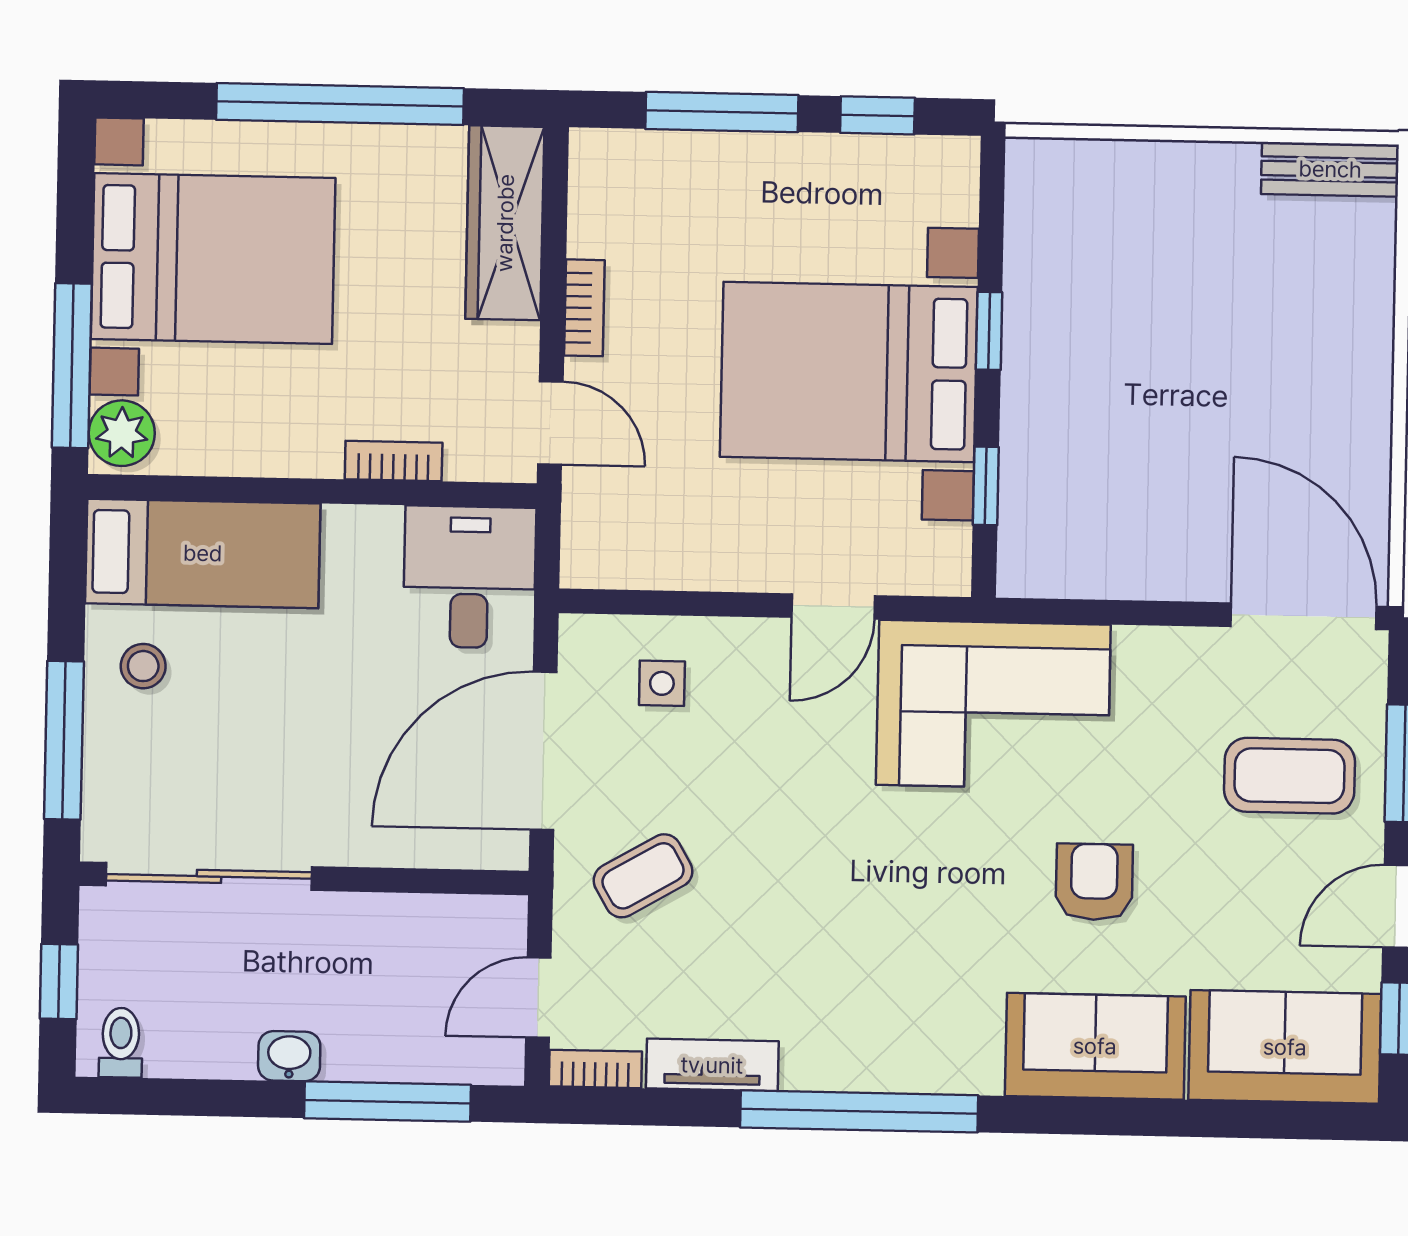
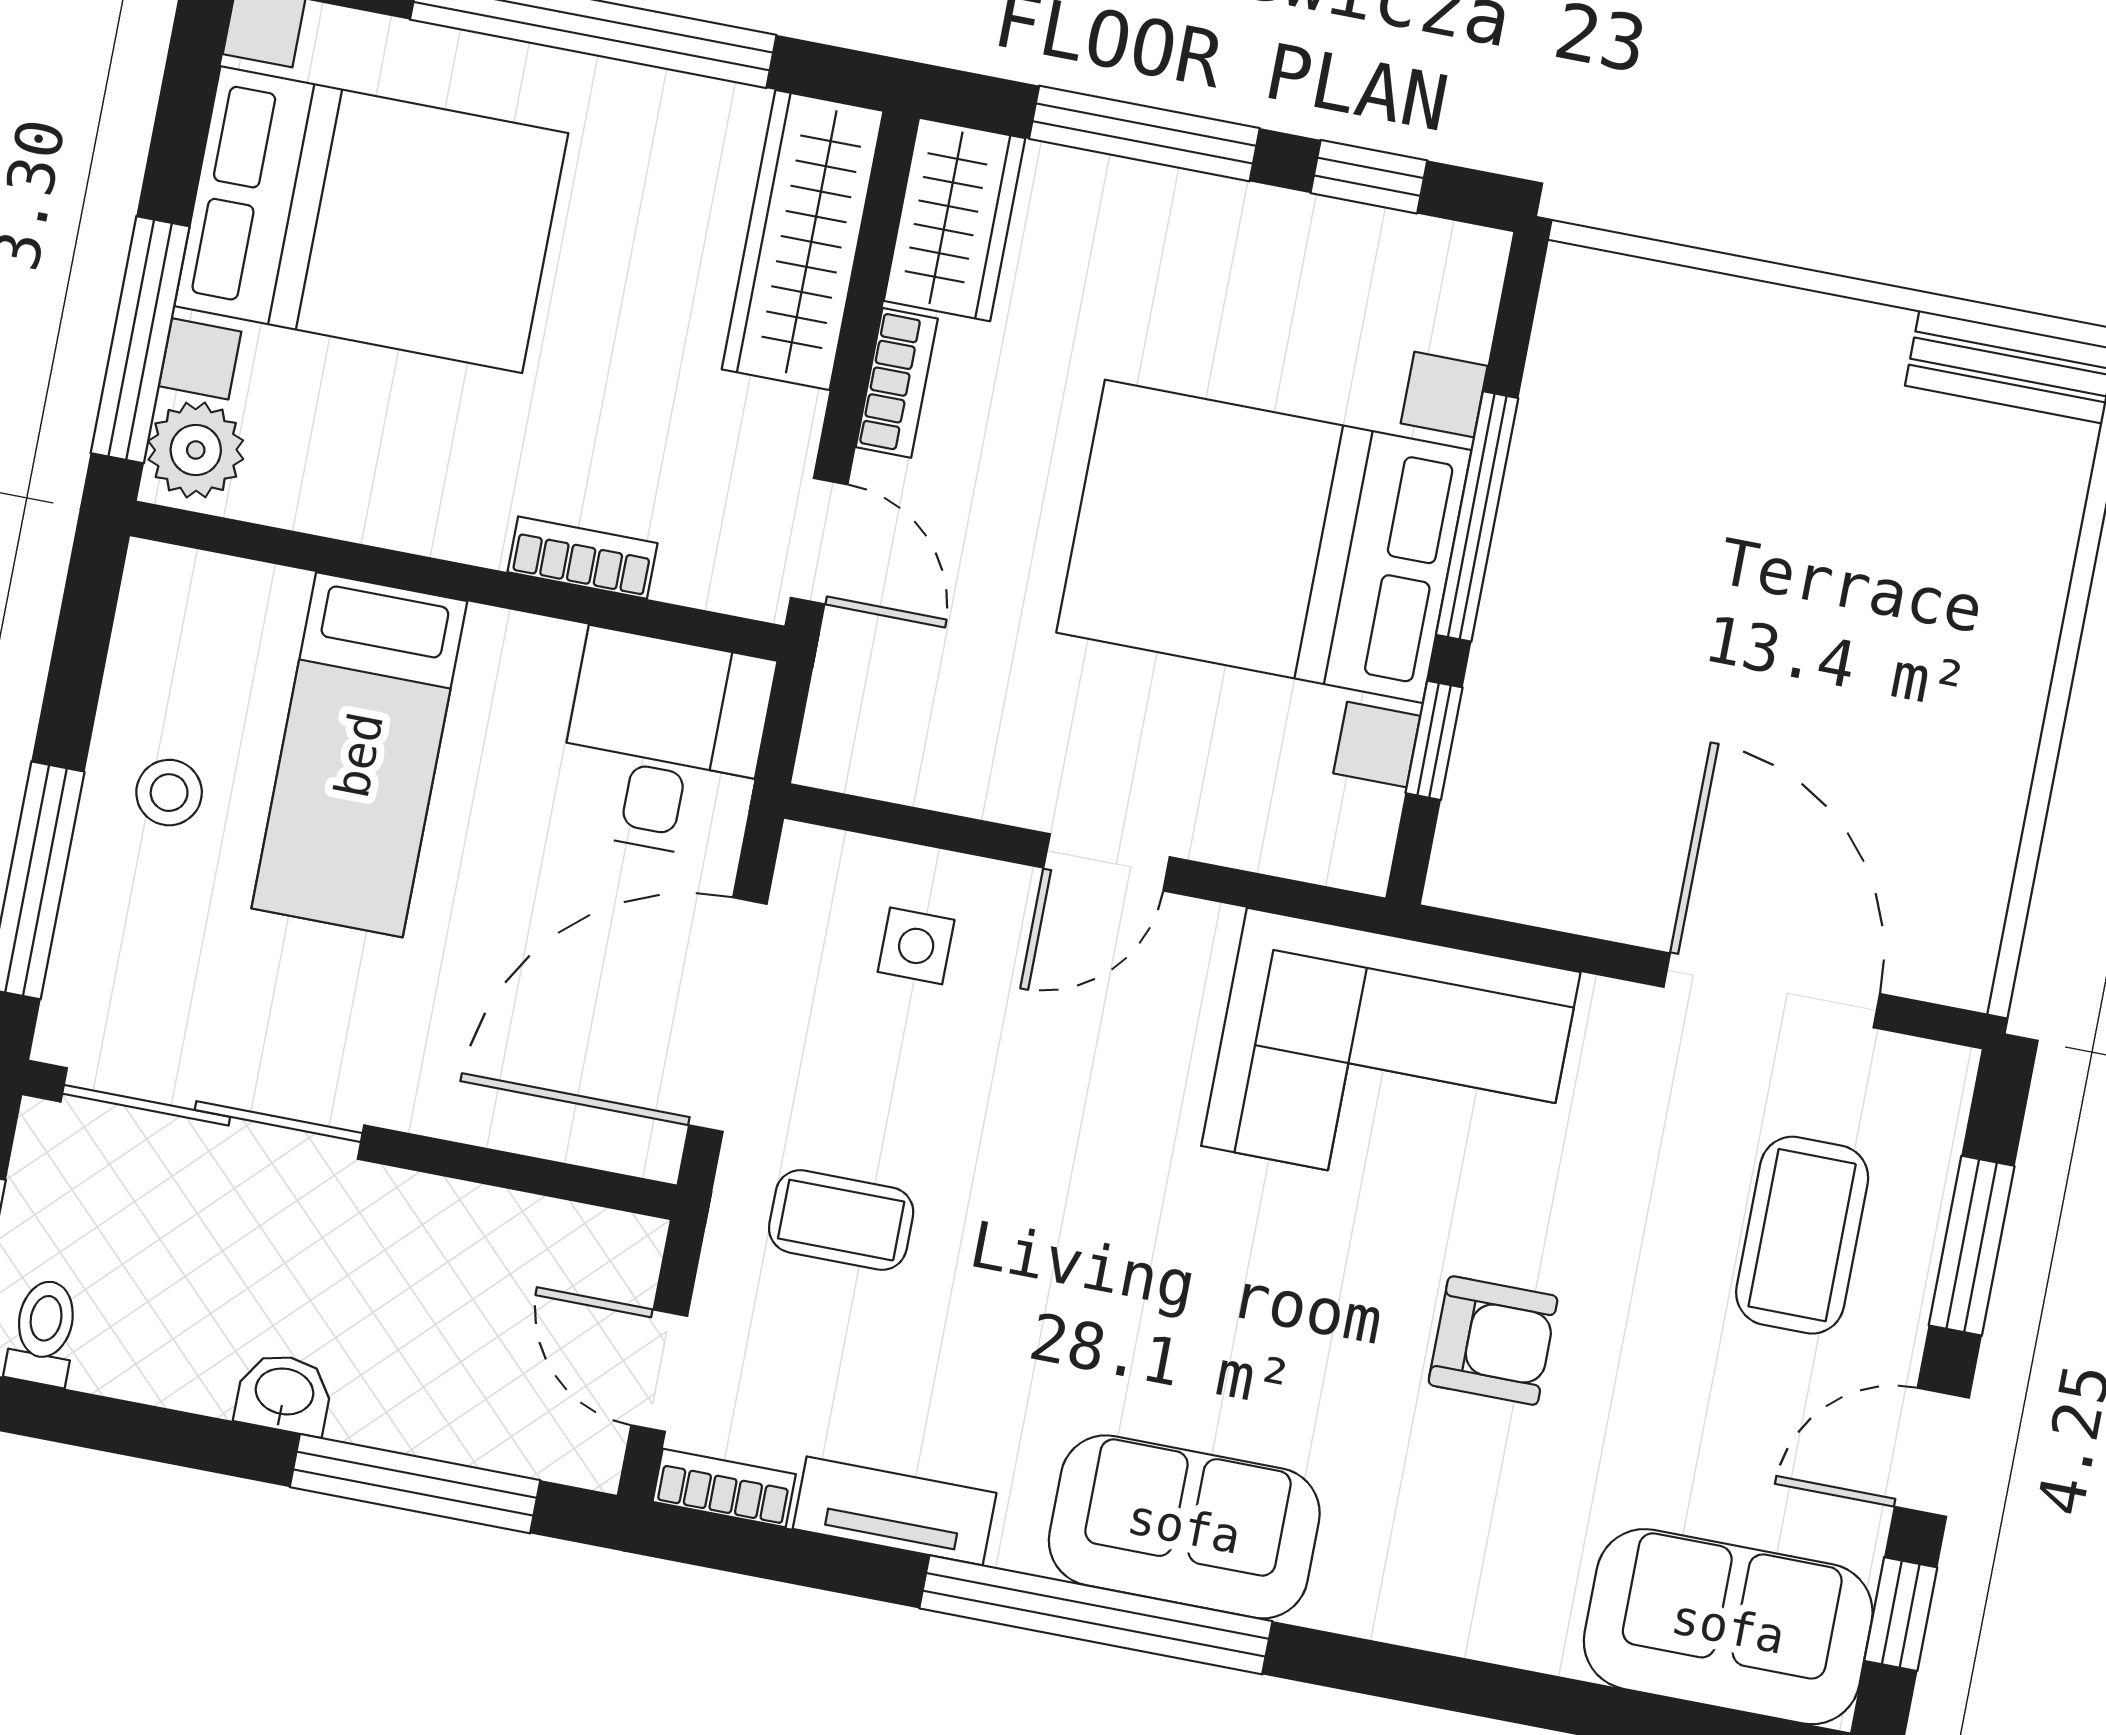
wardrobe: (604, 192) -> (955, 219), added
window: (989, 331) -> (1477, 516), width x2.17
bed: (203, 553) -> (359, 755), moved, turned 90
door: (833, 606) -> (1107, 862), moved
door: (1304, 616) -> (1772, 990), moved
coffee table: (1289, 776) -> (1802, 1235), turned 90
coffee table: (643, 876) -> (841, 1220), turned 30
armchair: (1094, 882) -> (1493, 1341), turned 90
door: (538, 998) -> (659, 1371), hinge flipped
sofa: (1095, 1046) -> (1184, 1527), moved

